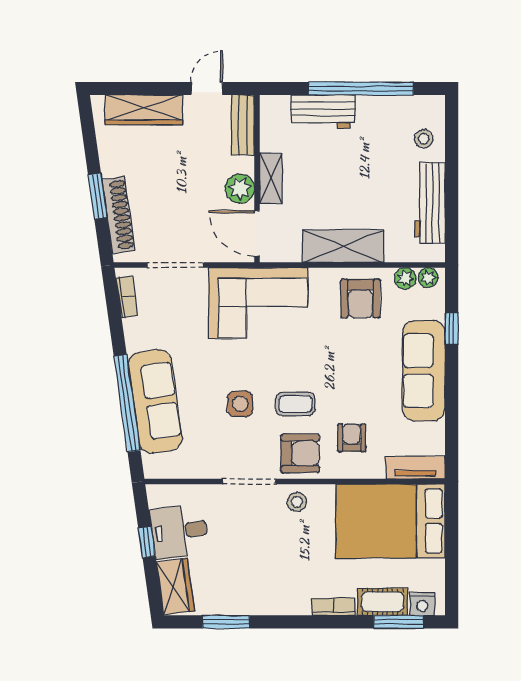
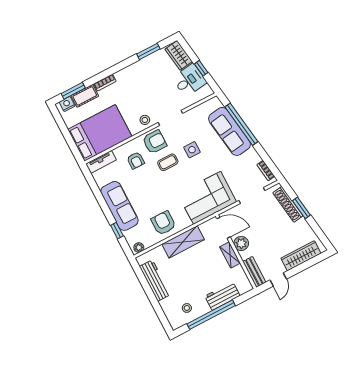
stool: (424, 139) -> (187, 308), moved
plant: (405, 278) -> (149, 242), removed
armchair: (300, 453) -> (155, 142), turned 180

